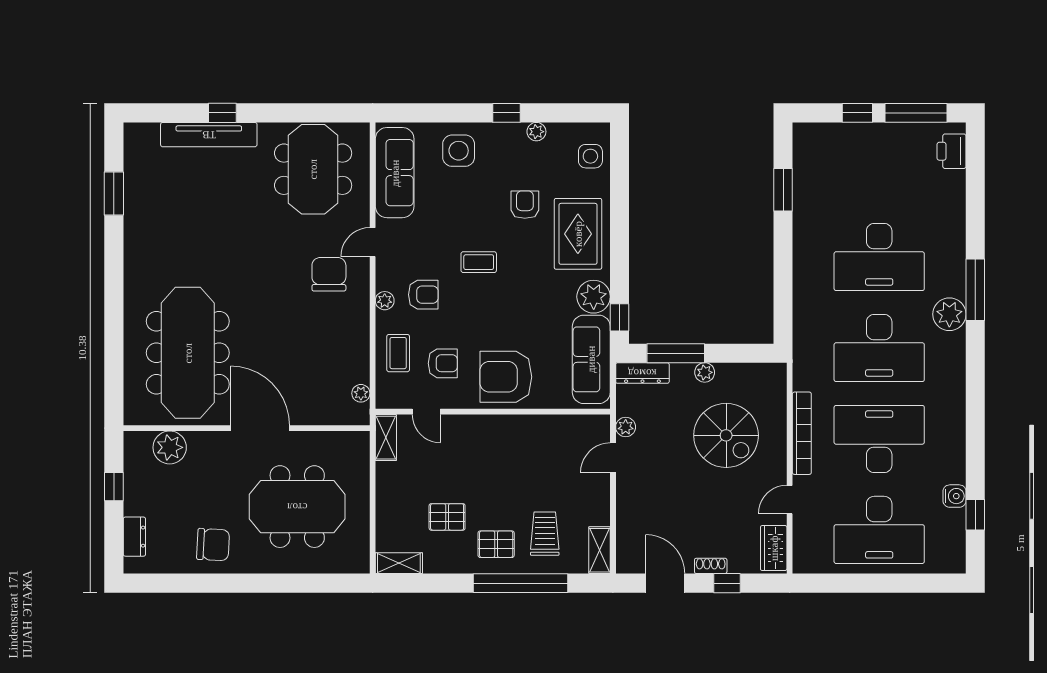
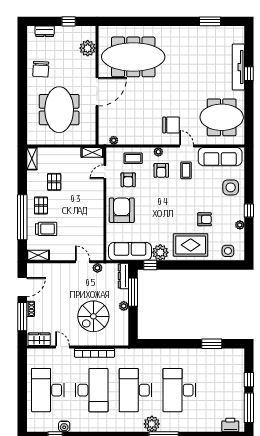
coffee table: (479, 262) -> (186, 170), moved
window: (727, 583) -> (22, 317), width x2.17

